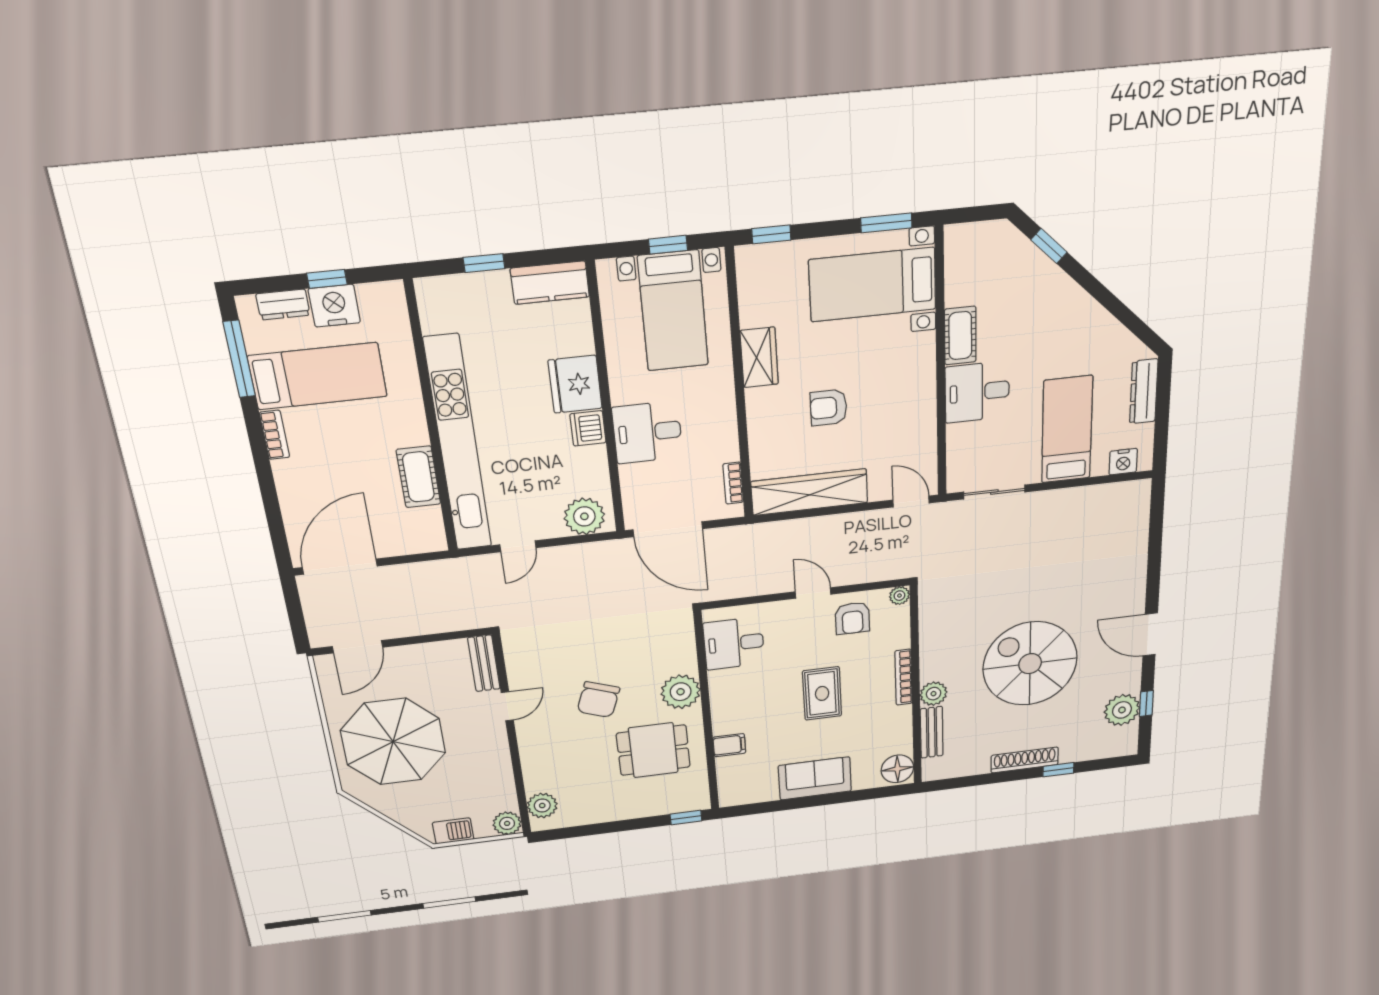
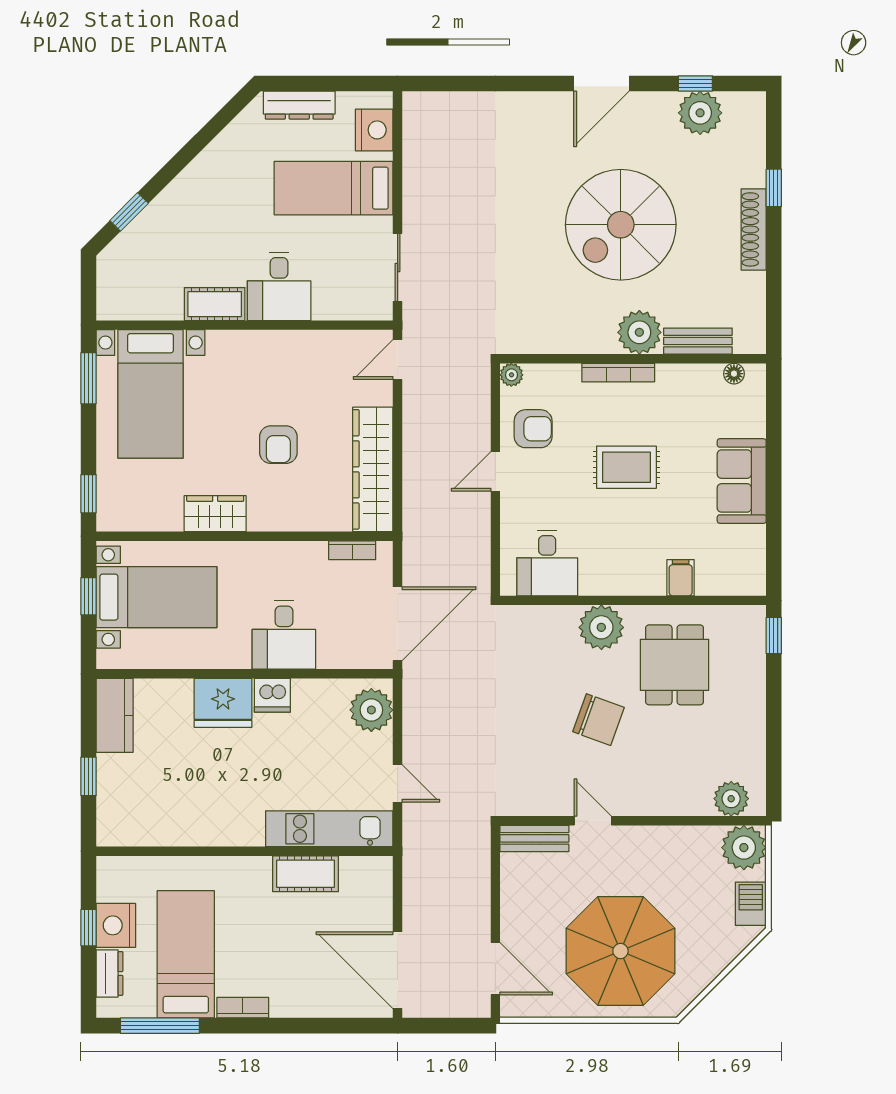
kitchen unit: (458, 444) -> (329, 829), width x0.54
nightstand: (1123, 462) -> (374, 130), width x1.36, depth x1.33
plant: (934, 694) -> (639, 332), width x1.36, depth x1.36
floor lamp: (897, 769) -> (734, 374), width x0.53, depth x0.53
plant: (507, 823) -> (744, 848), width x1.36, depth x1.36

